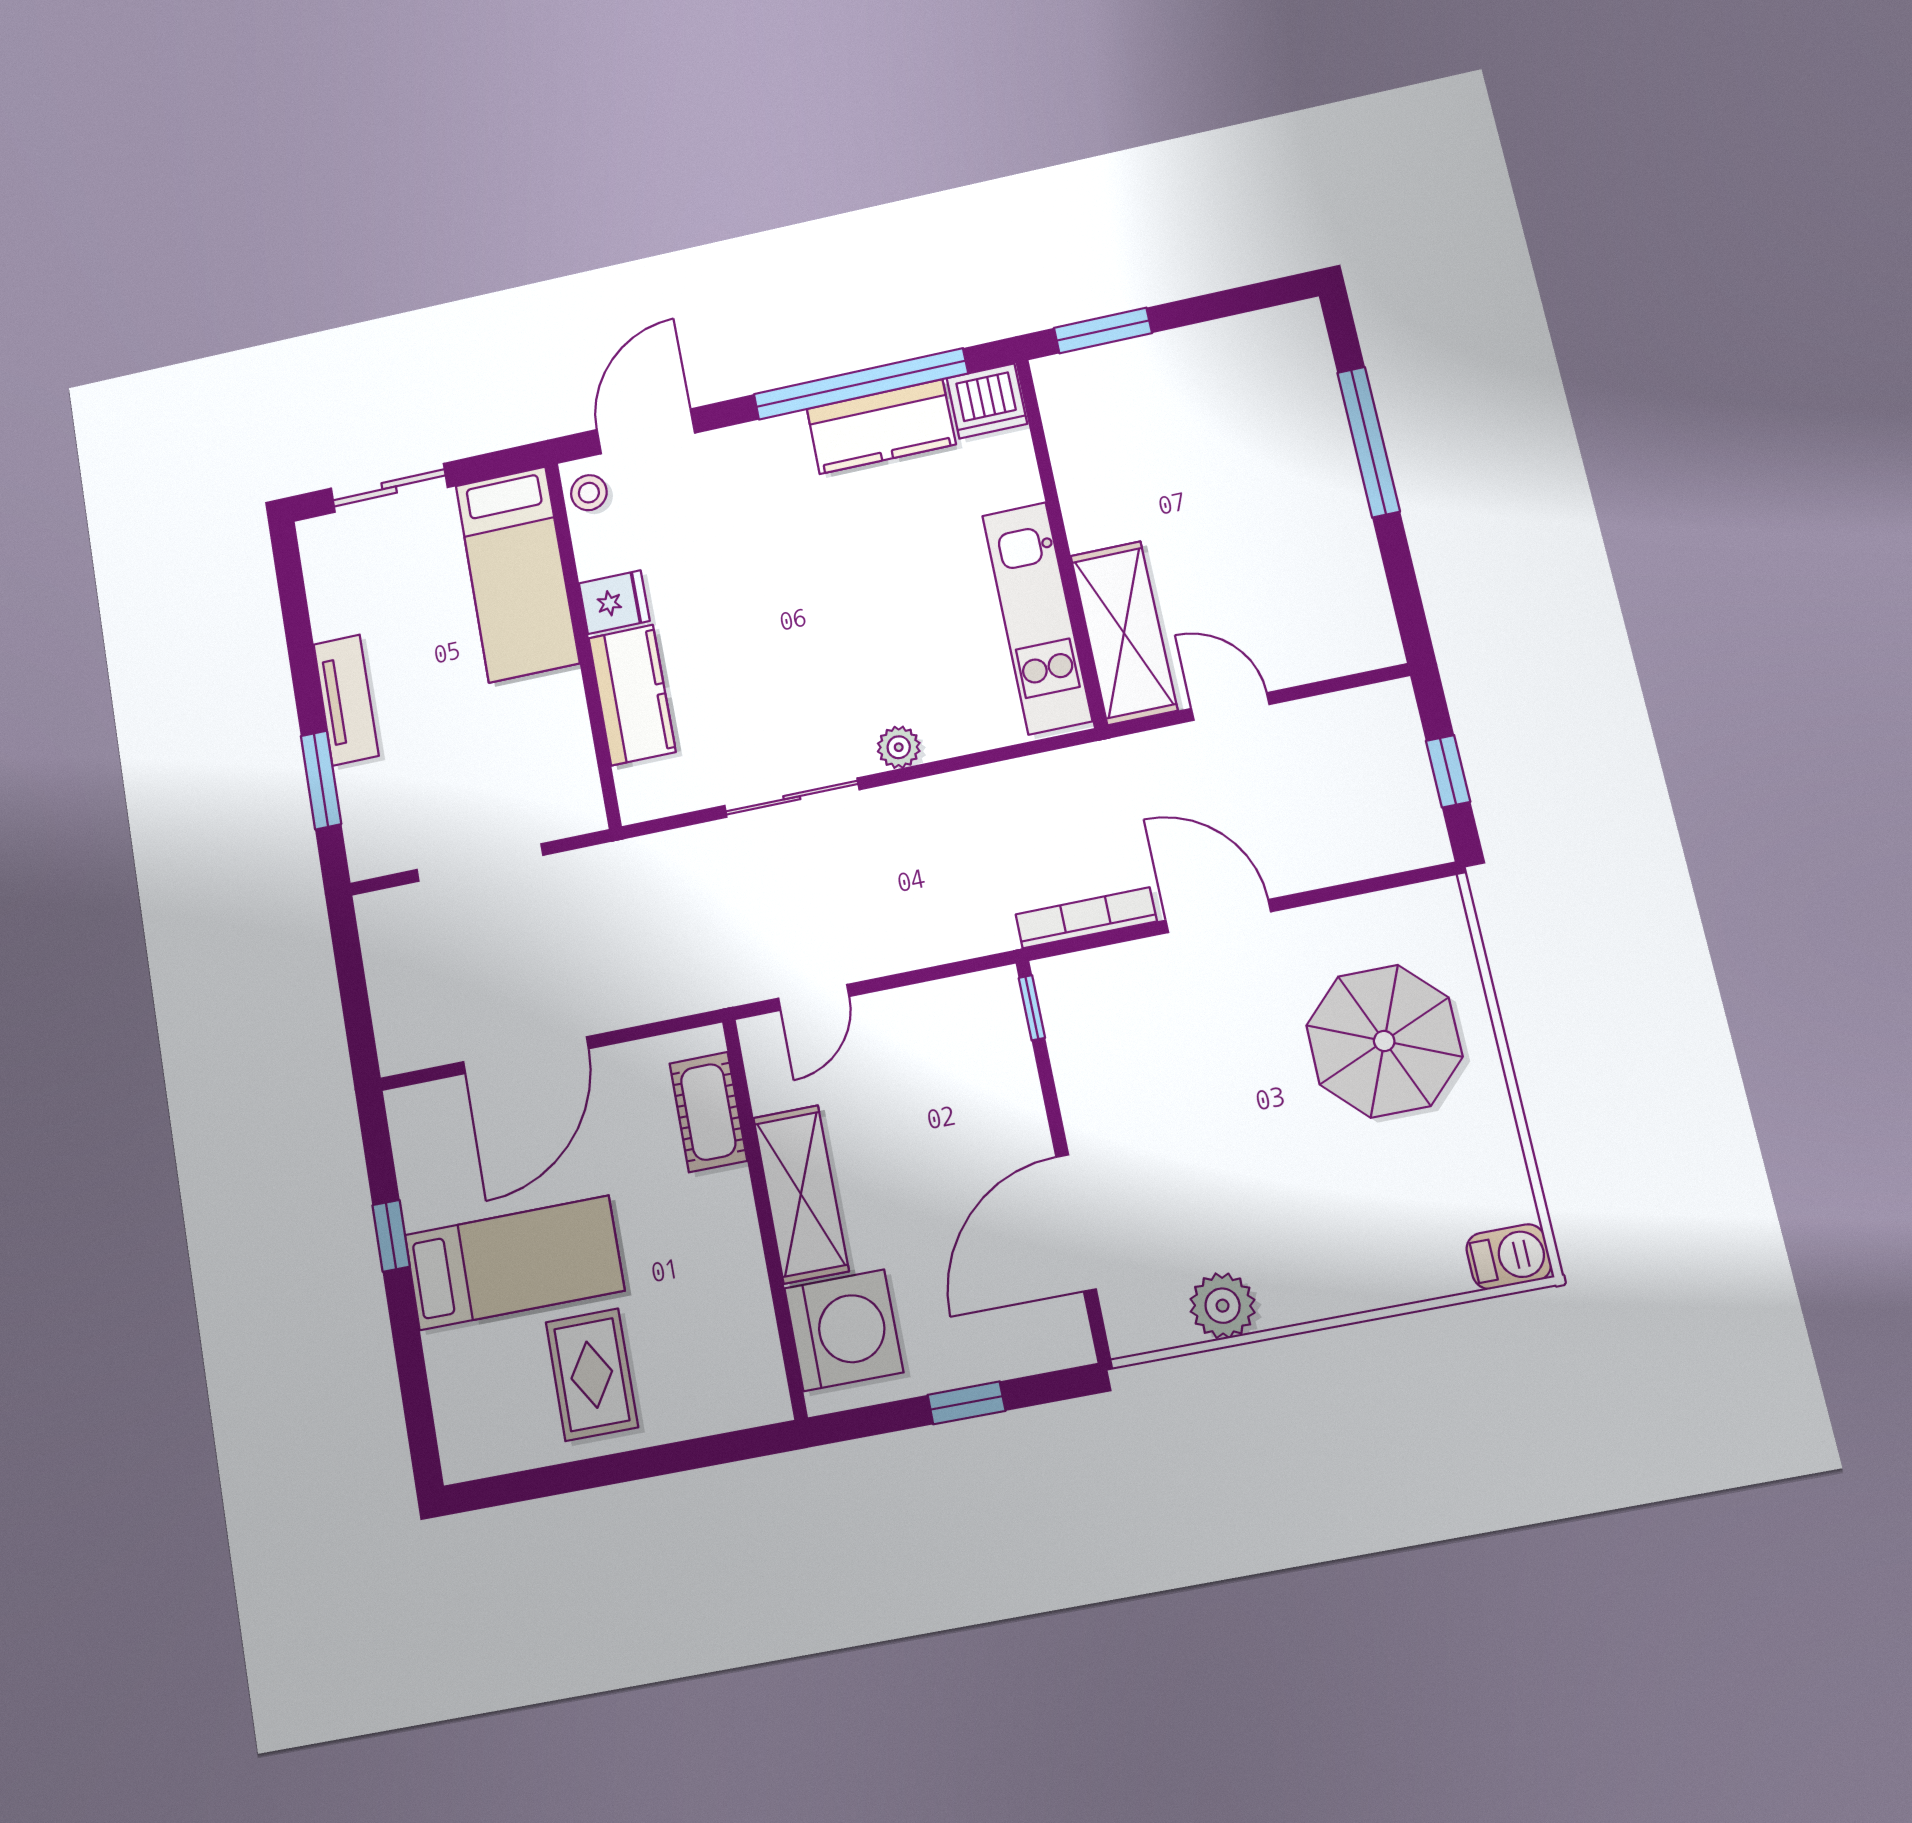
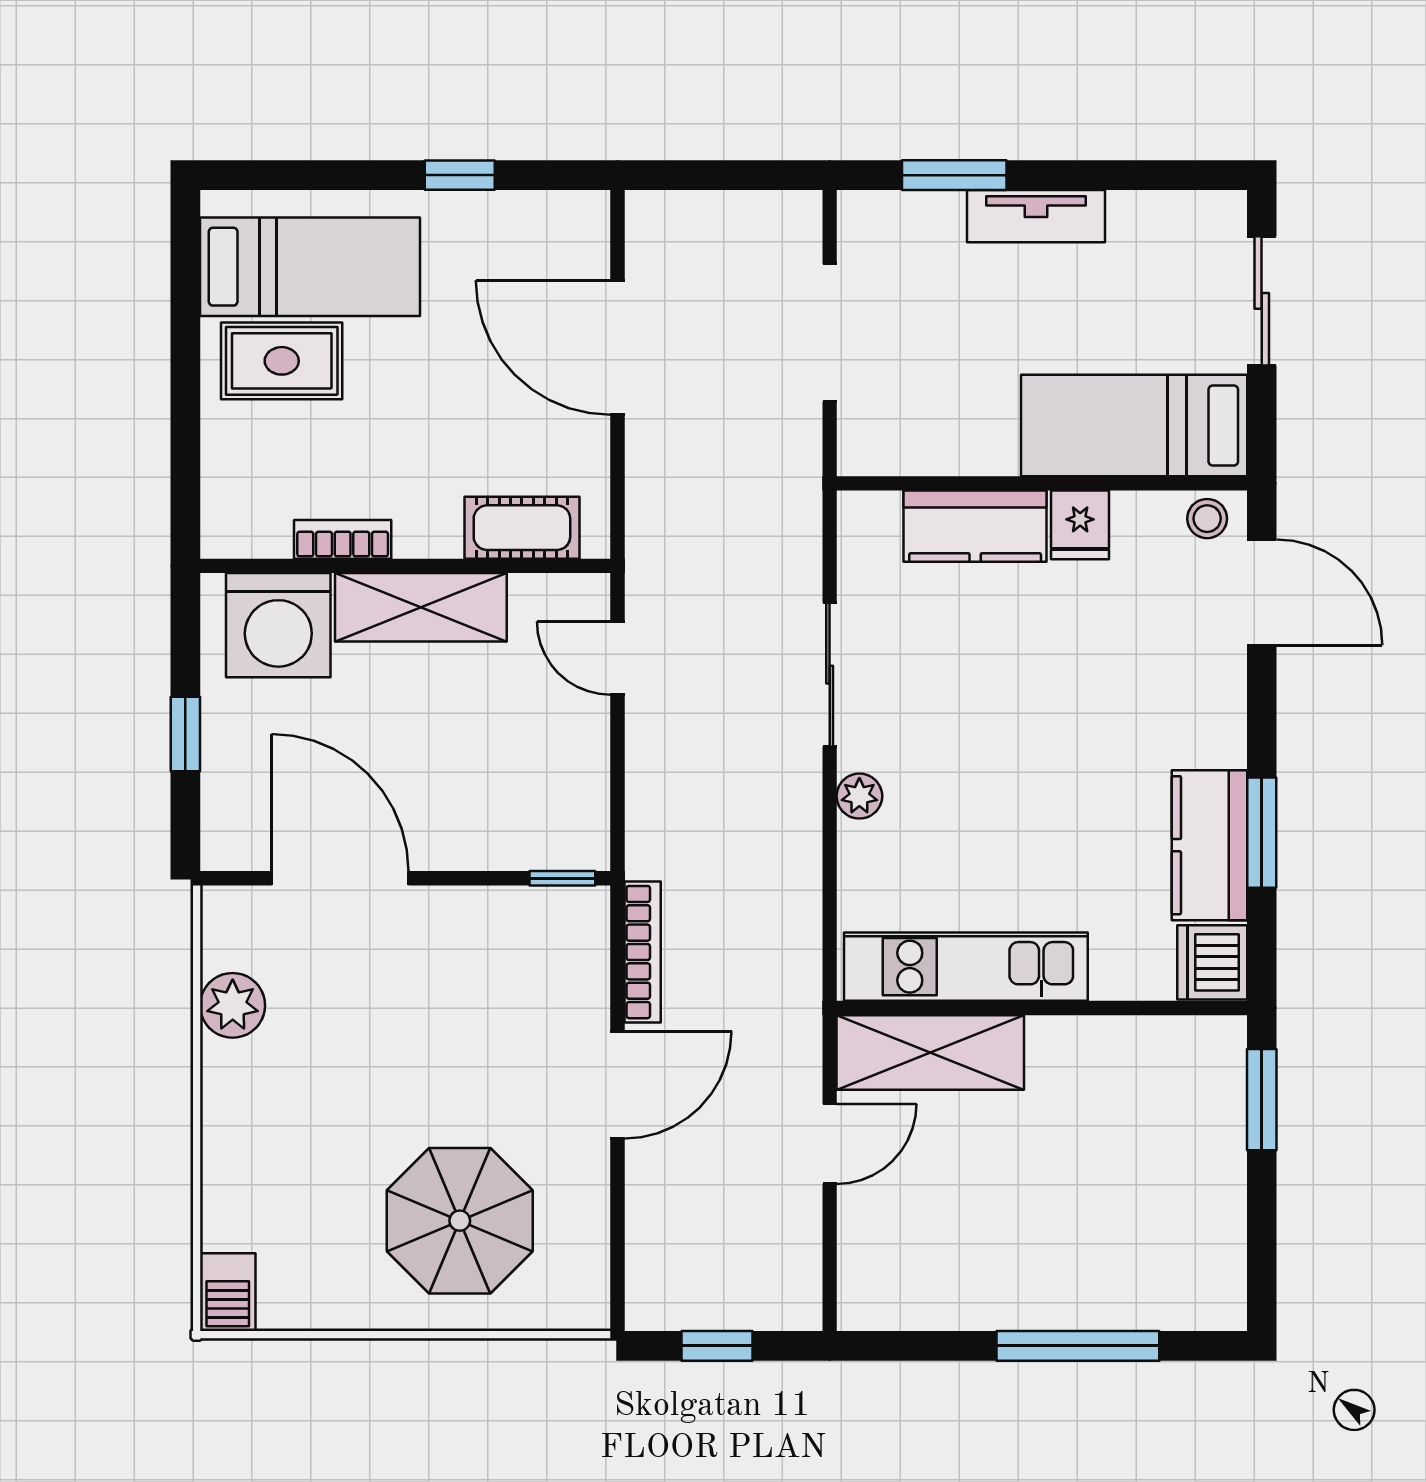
window: (861, 384) -> (1262, 833), width x0.47
bed: (514, 1263) -> (310, 267), moved, turned -90
bookcase: (750, 1283) -> (343, 539), added

